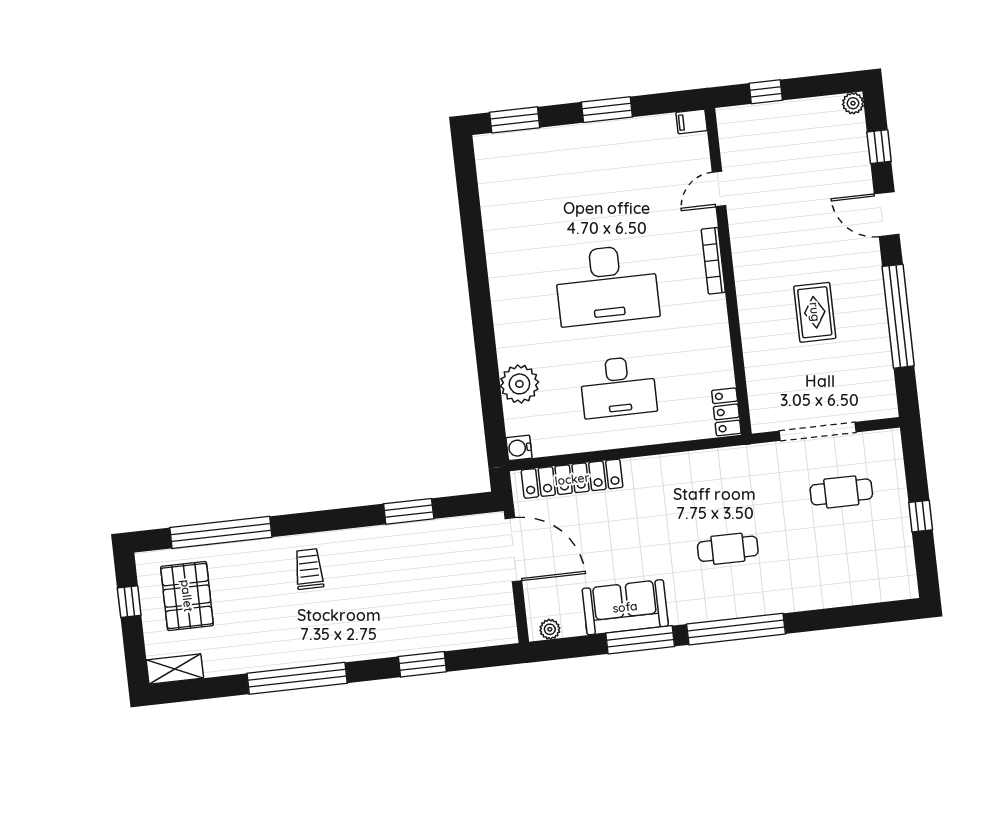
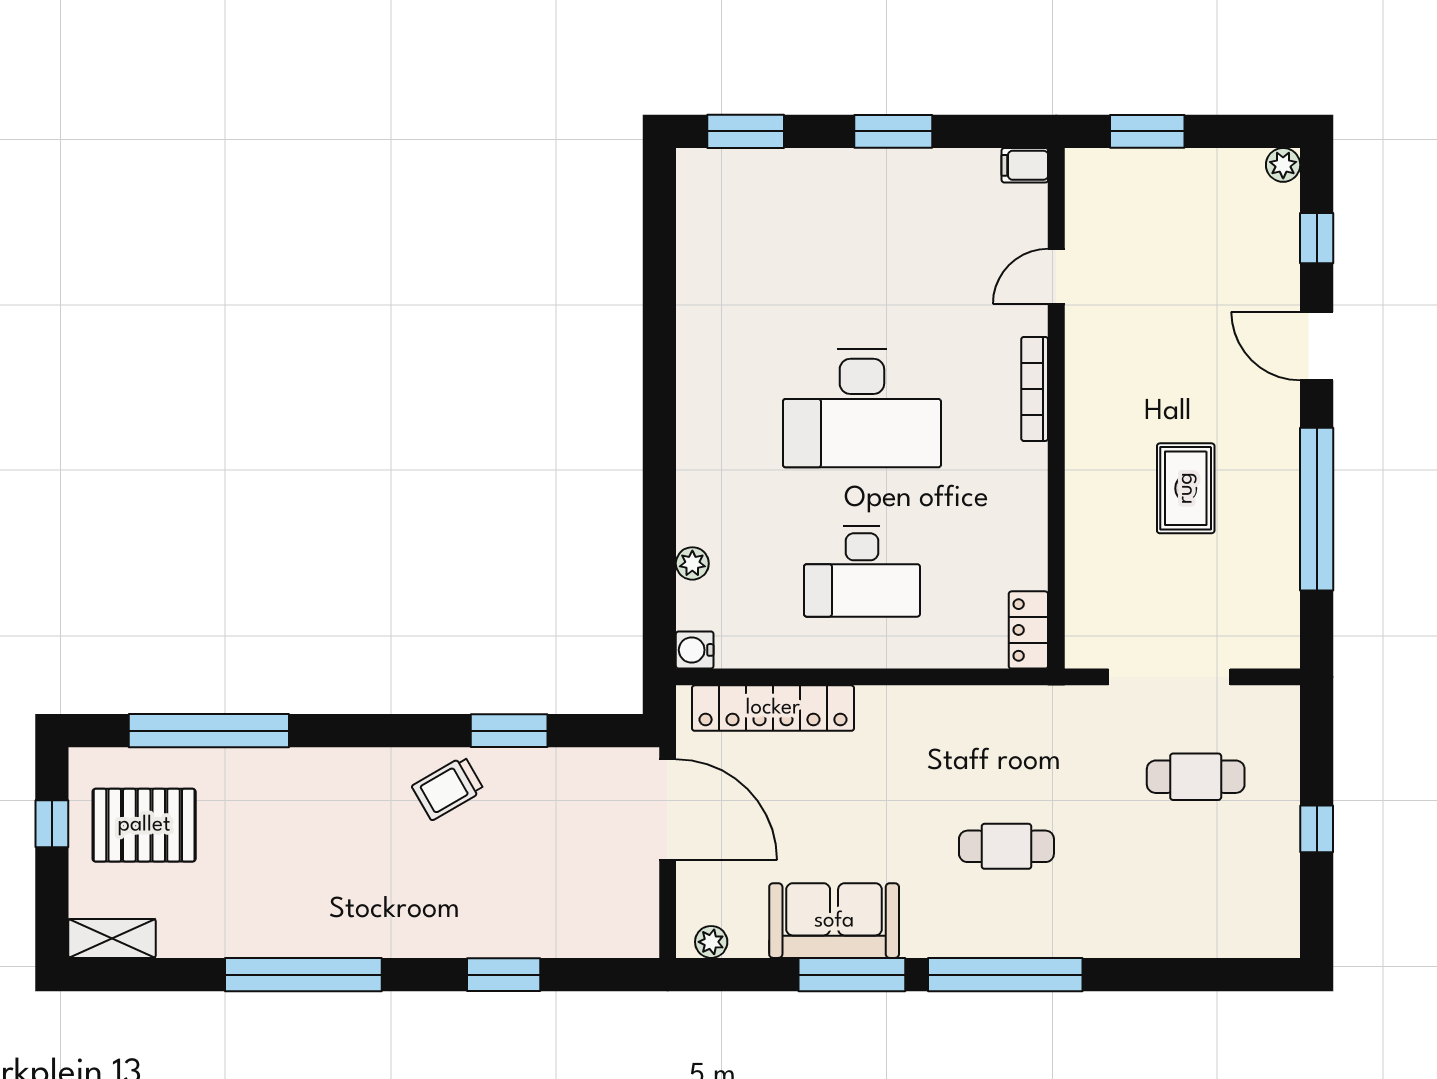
window: (766, 92) -> (1147, 131), width x1.50
plant: (519, 384) -> (692, 563), width x0.53, depth x0.53
trolley: (309, 569) -> (448, 788), moved, turned -120
pallet: (187, 596) -> (144, 825), turned 90

